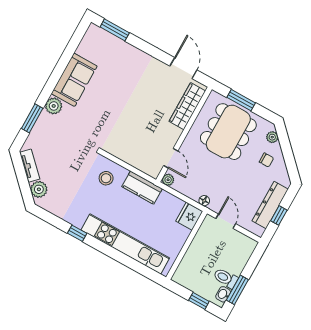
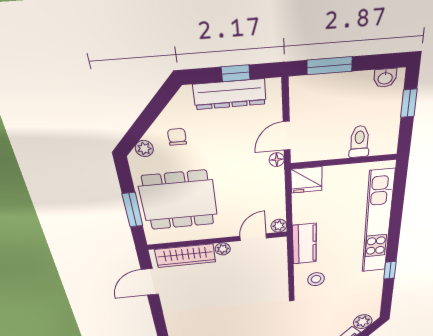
plant: (176, 133) -> (223, 249), added
floor lamp: (204, 201) -> (277, 160), moved
toilet: (226, 278) -> (359, 142), moved, turned 180
window: (237, 290) -> (330, 66), moved

